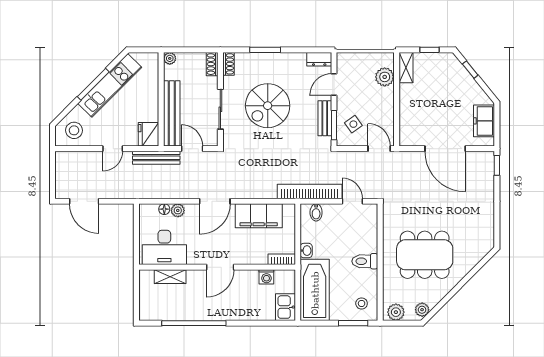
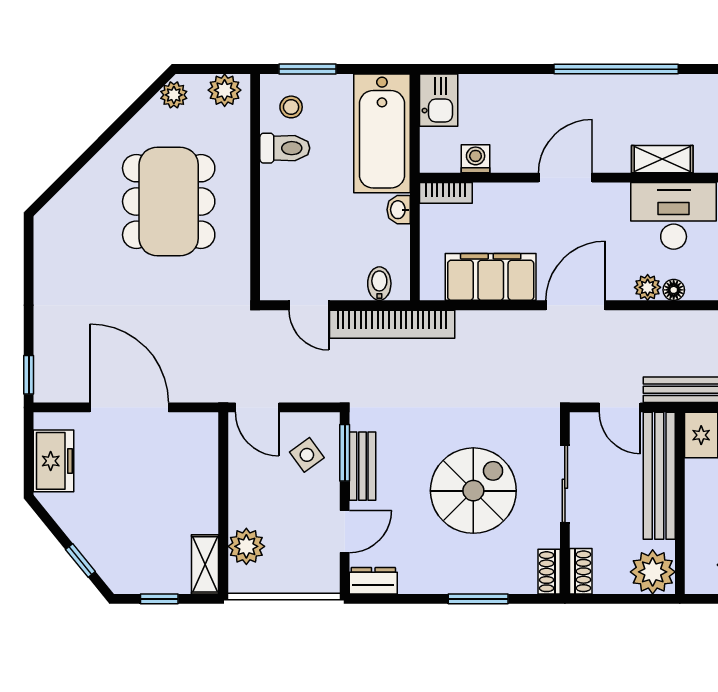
plant: (170, 58) -> (653, 572), width x1.88, depth x1.88
dining table: (425, 255) -> (169, 201), turned 90
toilet: (365, 261) -> (285, 148), moved

